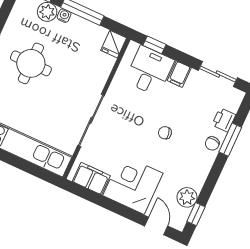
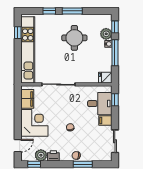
printer: (224, 120) -> (53, 156), moved

